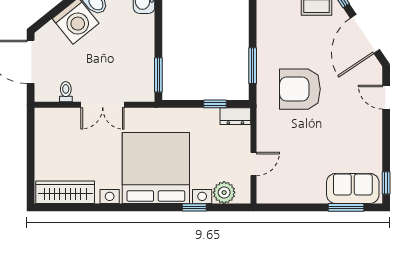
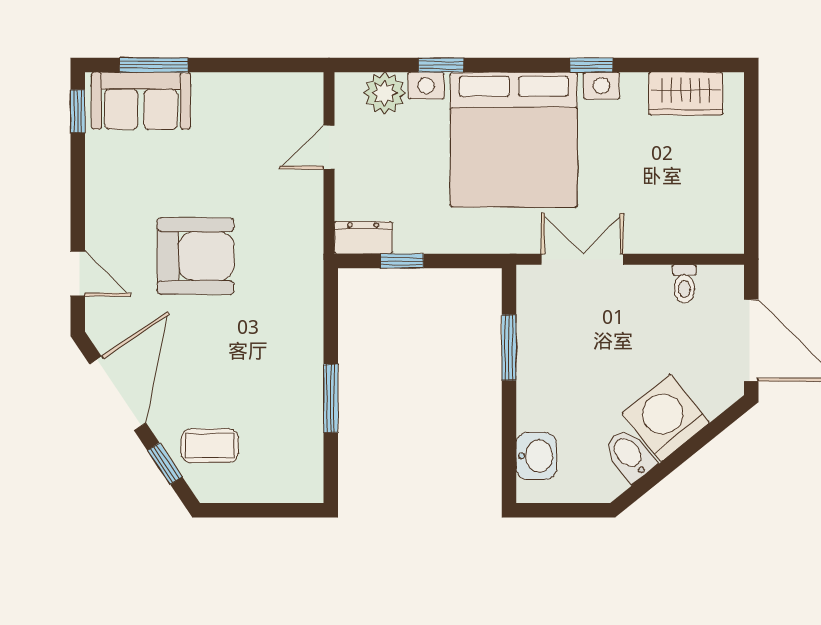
window: (253, 66) -> (331, 398), moved
window: (158, 75) -> (509, 347), moved
armchair: (300, 89) -> (196, 256), moved
double door: (103, 105) -> (582, 259), moved
wardrobe: (65, 192) -> (686, 94), width x0.67
window: (115, 207) -> (591, 65), added

